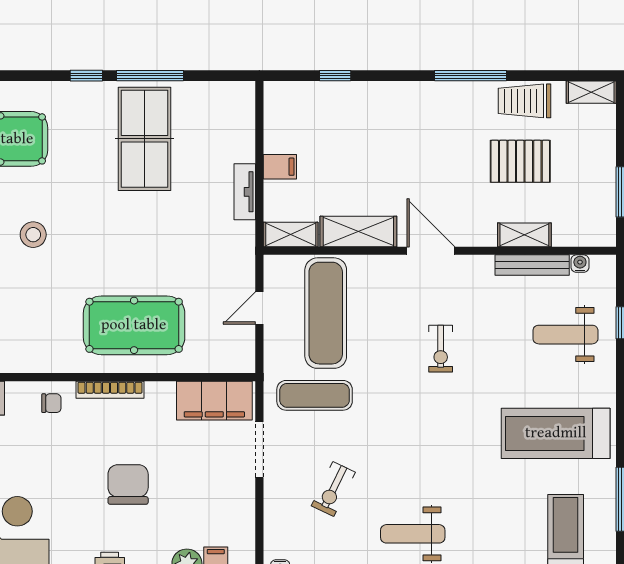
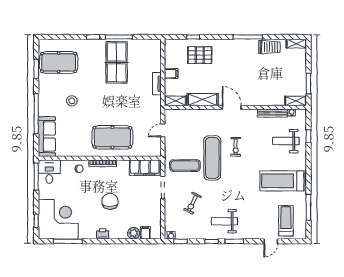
trolley: (525, 101) -> (269, 47), turned 180
pallet: (520, 161) -> (200, 55), moved
shelving: (524, 235) -> (296, 101), moved
exercise mat: (326, 313) -> (212, 158), moved

